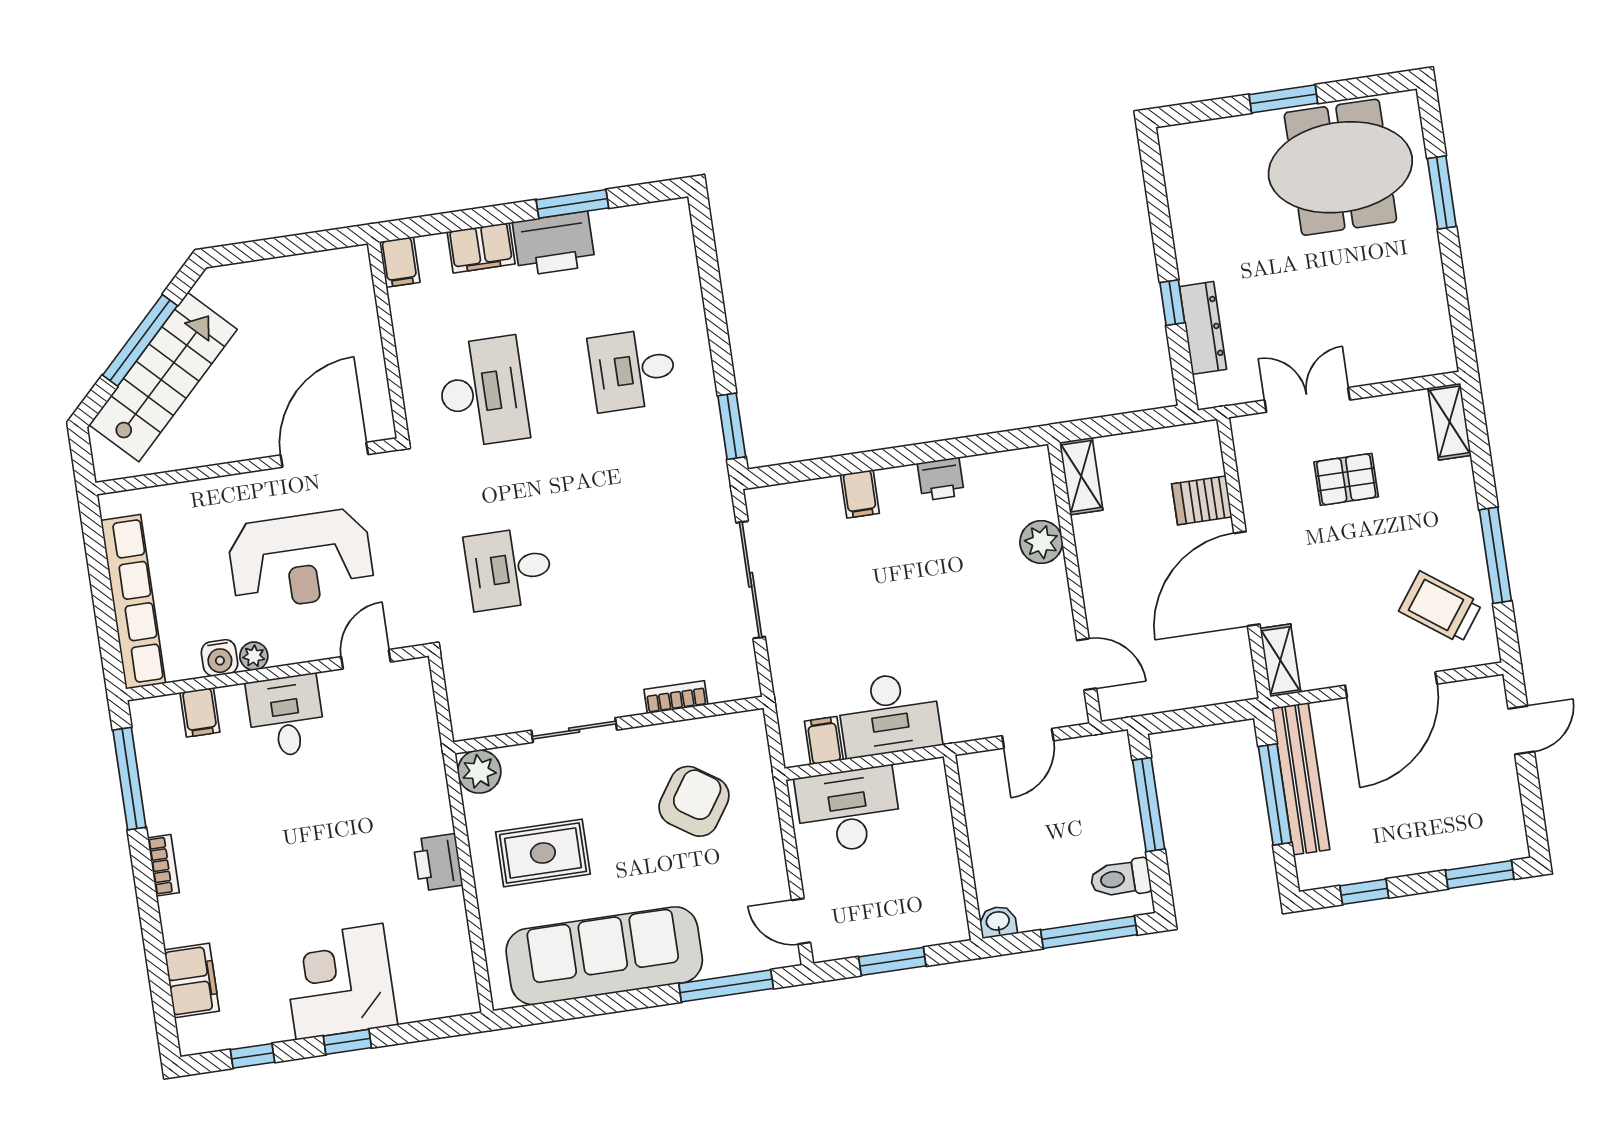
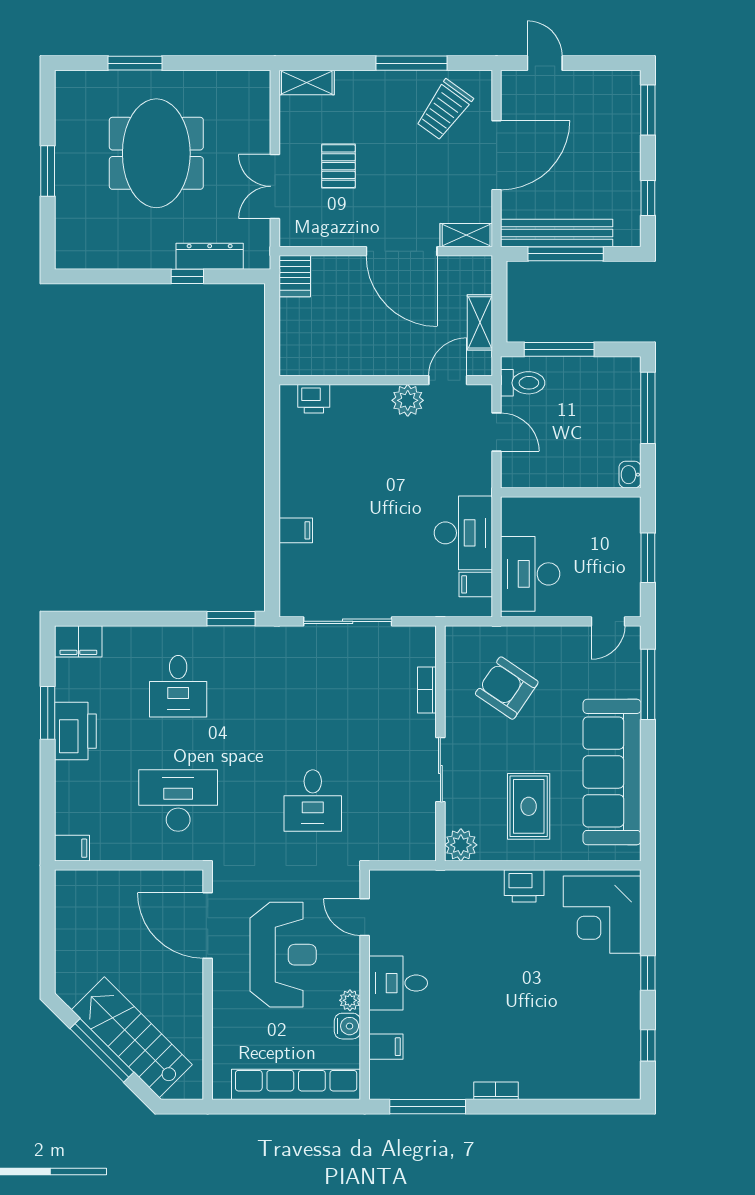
meeting table: (1340, 167) -> (156, 153), moved
filing cabinet: (481, 248) -> (78, 641), moved, turned 90
shelving: (1081, 476) -> (480, 322), moved, turned 90
printer: (941, 479) -> (314, 399), moved, turned 90
server rack: (1202, 500) -> (295, 276), moved
plant: (1041, 542) -> (408, 400), moved
door: (1391, 685) -> (496, 155), hinge flipped
toilet: (1121, 878) -> (523, 383), moved, turned -90
filing cabinet: (192, 980) -> (585, 1082), removed
corner desk: (340, 982) -> (602, 915), moved

